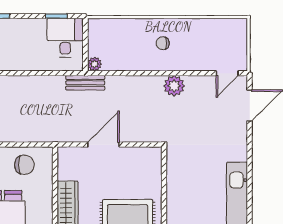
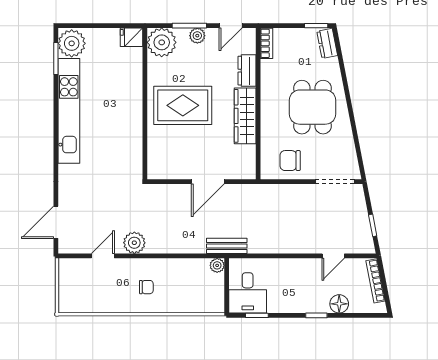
door: (227, 73) -> (103, 256), moved

